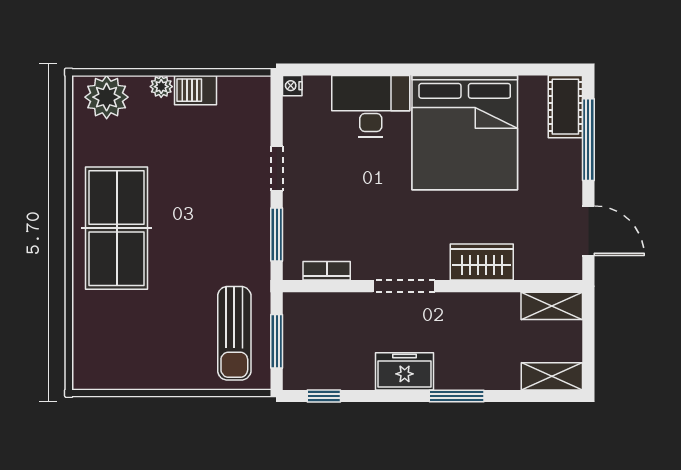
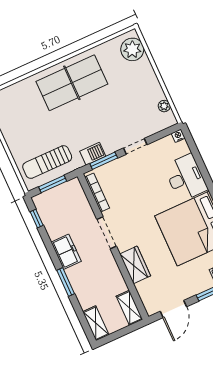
plant: (161, 87) -> (164, 106), moved
barbecue: (196, 90) -> (93, 154), moved, turned 90
bookcase: (327, 271) -> (97, 193), width x1.56

